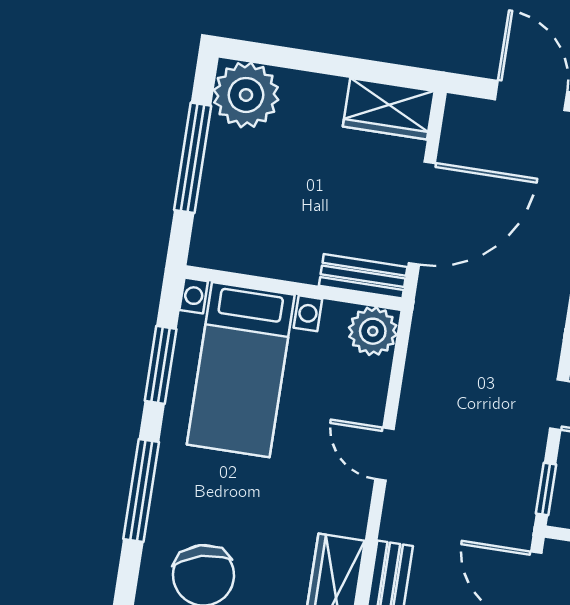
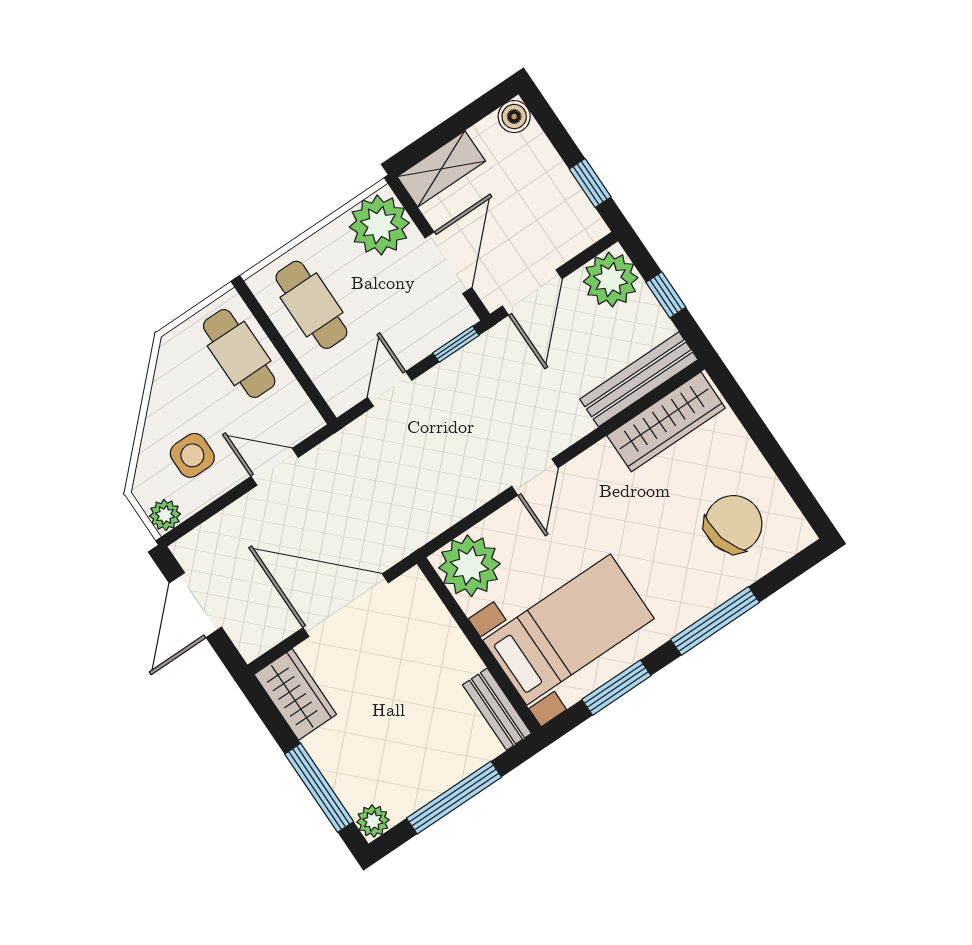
window: (298, 59) -> (319, 788), added
plant: (246, 95) -> (373, 821), width x0.53, depth x0.53
bench: (363, 276) -> (497, 709), moved
plant: (373, 331) -> (469, 566), width x1.36, depth x1.36

